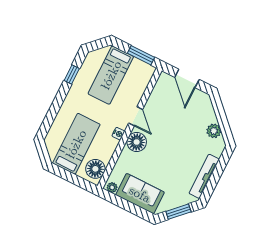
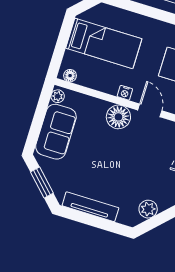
door: (136, 116) -> (150, 110), swing flipped
floor lamp: (95, 169) -> (70, 76), width x0.53, depth x0.53

